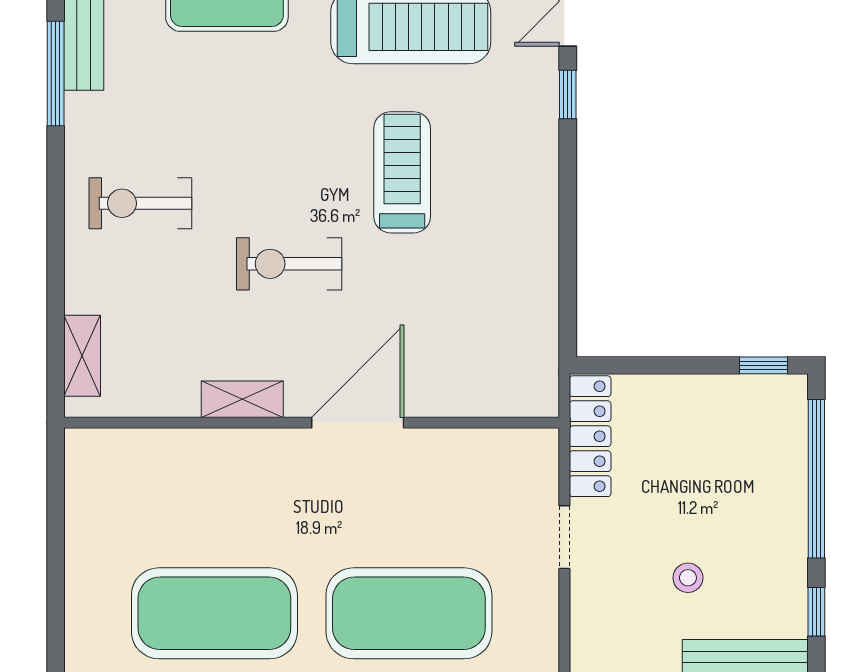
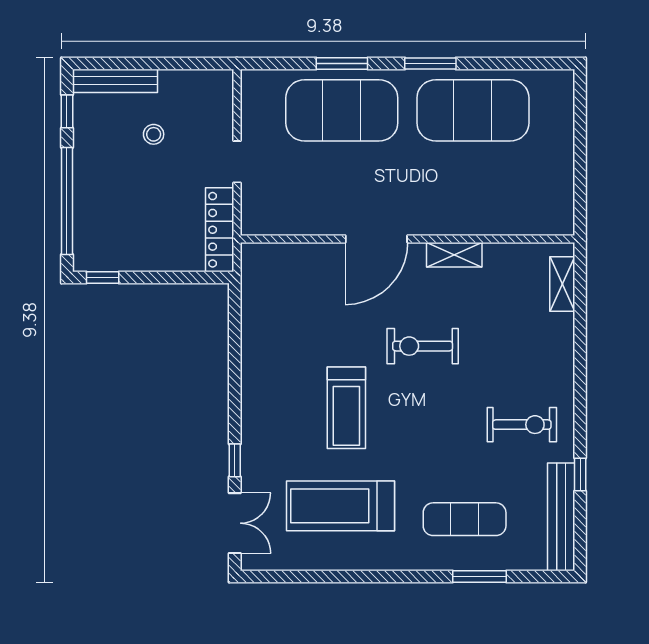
window: (56, 73) -> (580, 474), width x0.46
exercise bike: (140, 203) -> (522, 425), moved
exercise bike: (289, 264) -> (423, 346), turned 180

